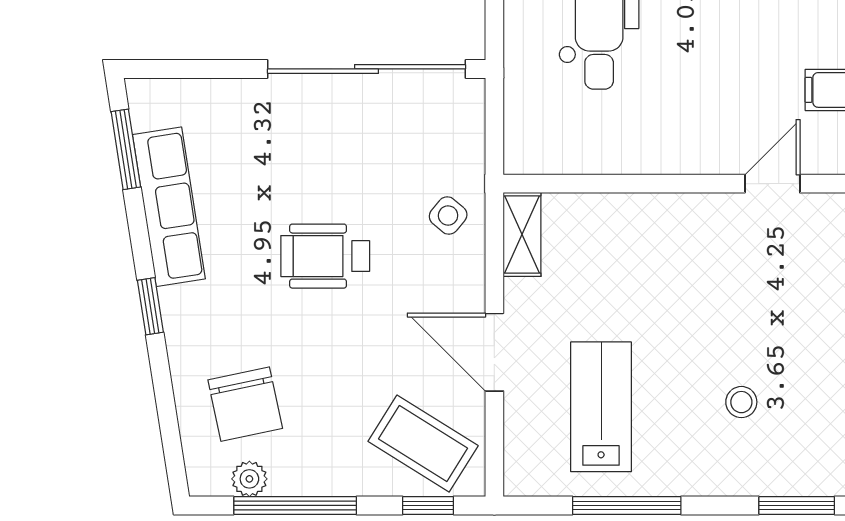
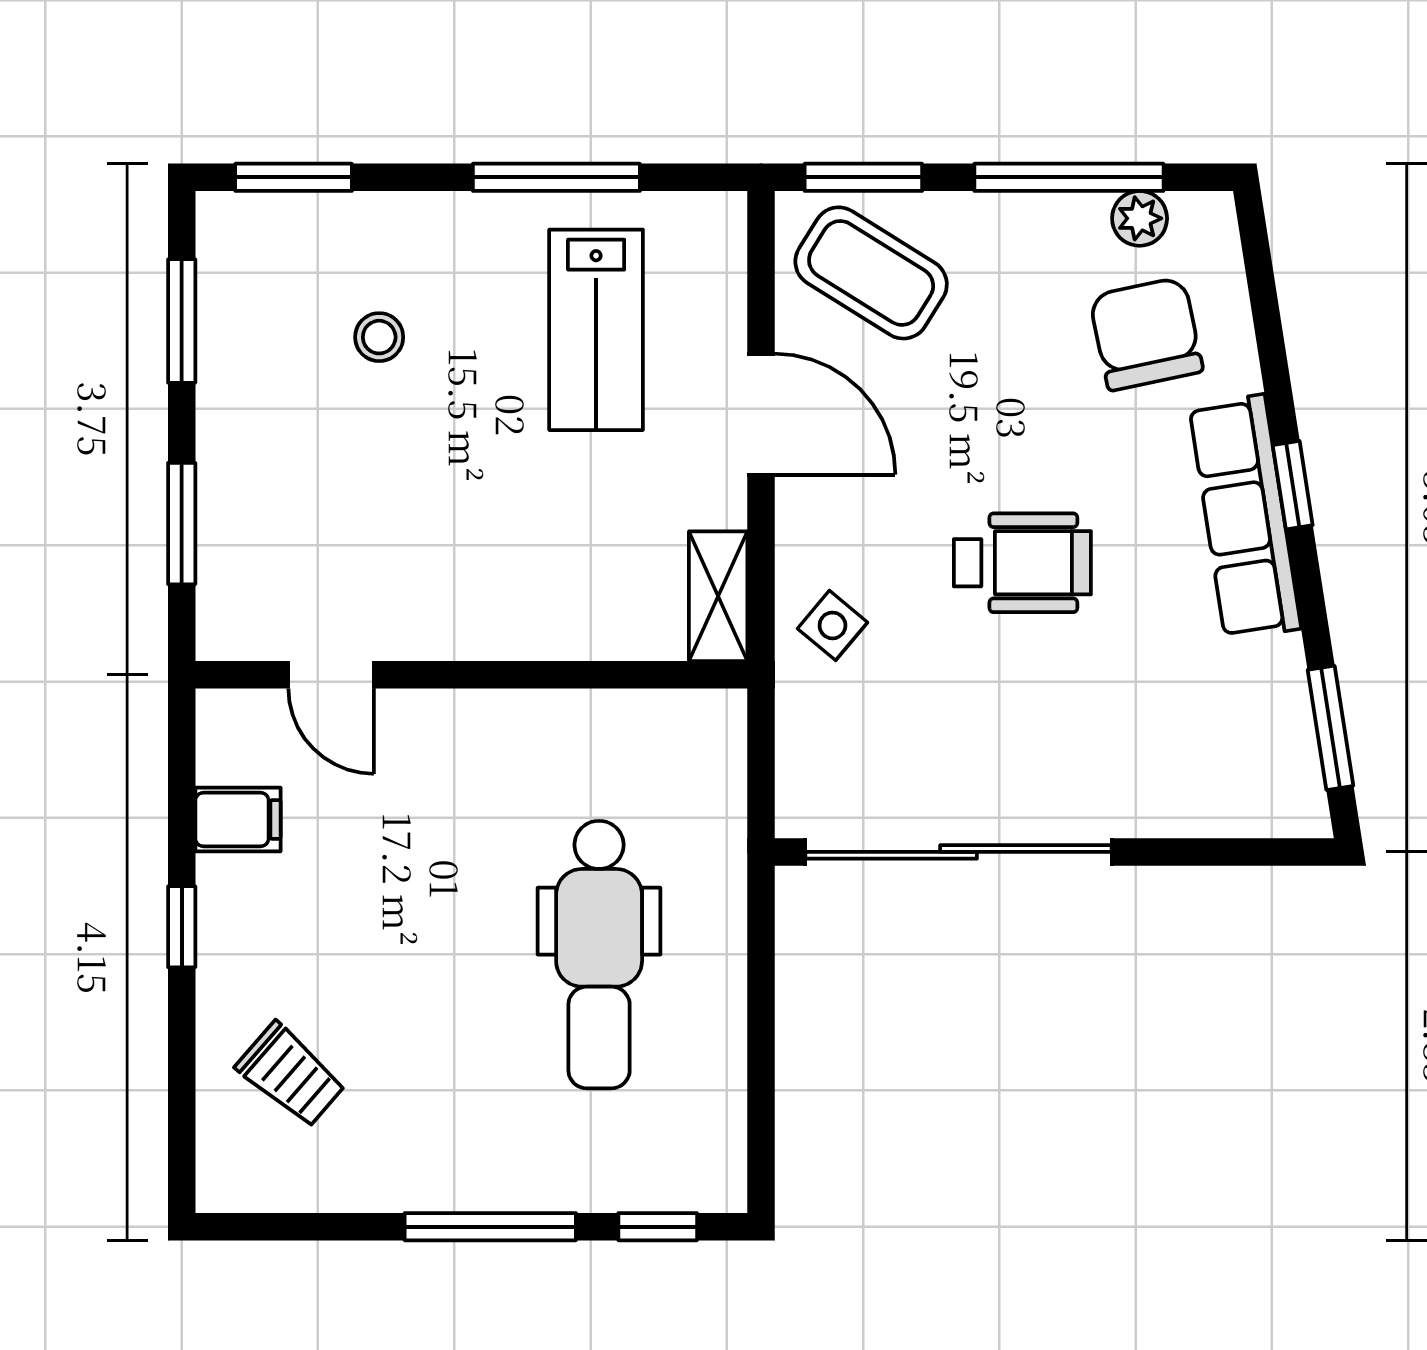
door: (772, 184) -> (331, 675), hinge flipped
row of seats: (169, 207) -> (1245, 517), moved
window: (428, 505) -> (863, 177), width x1.50

